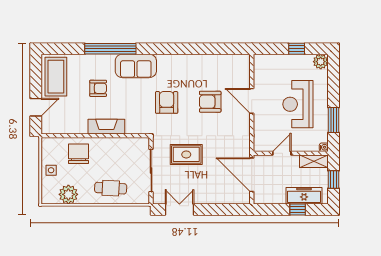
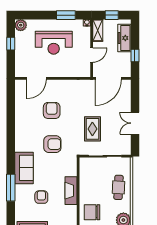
window: (110, 49) -> (11, 188), width x0.68
door: (252, 101) -> (37, 78), moved
armchair: (167, 102) -> (52, 144), turned 180
armchair: (210, 102) -> (52, 110), turned 180
door: (282, 153) -> (92, 55), swing flipped
double door: (179, 209) -> (135, 123), moved
window: (298, 209) -> (135, 56), moved

